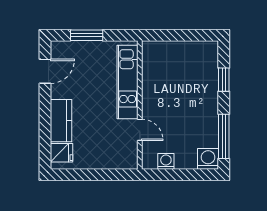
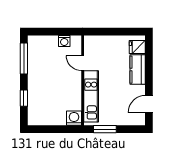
window: (87, 35) -> (105, 129), moved
washing machine: (208, 159) -> (74, 118), moved, turned 180

